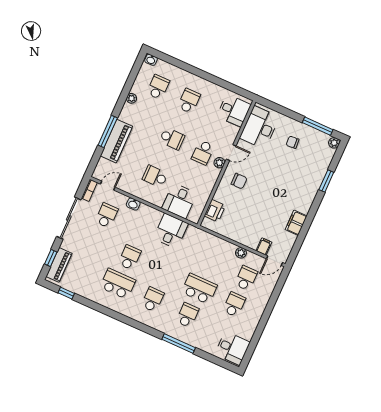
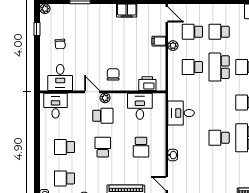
window: (318, 126) -> (37, 29), width x0.46
desk: (259, 128) -> (60, 78), width x0.73
desk: (179, 201) -> (140, 106), moved, turned -90
school desk: (107, 215) -> (192, 67), moved
filing cabinet: (264, 247) -> (159, 41), moved

